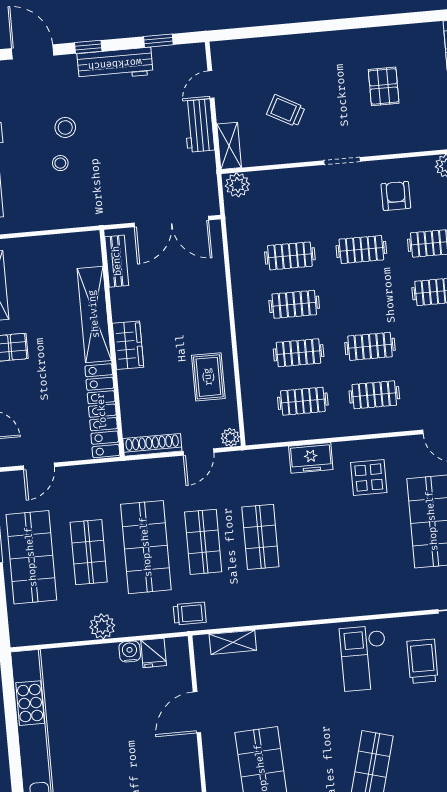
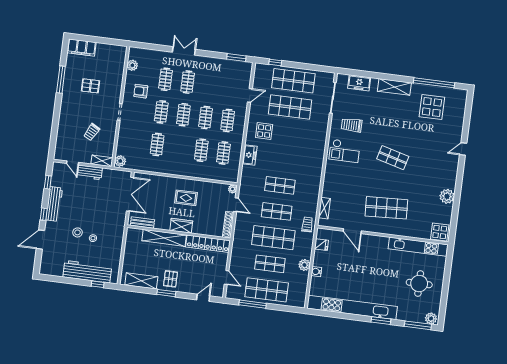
window: (383, 21) -> (61, 80), added
clothes rail: (294, 304) -> (183, 115), moved
rug: (208, 377) -> (186, 198), moved
water cooler: (130, 652) -> (316, 272), moved

